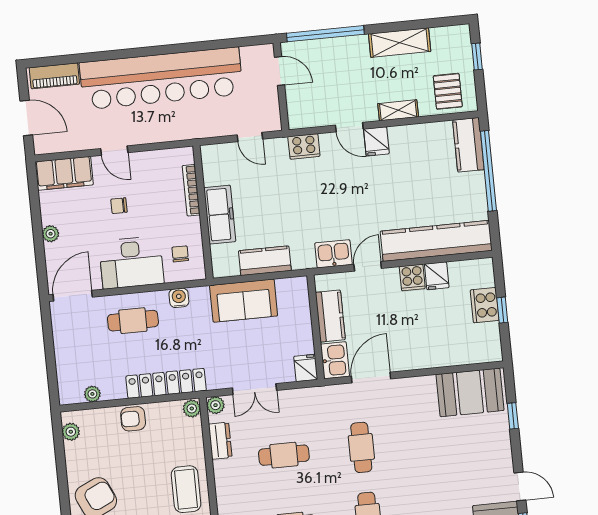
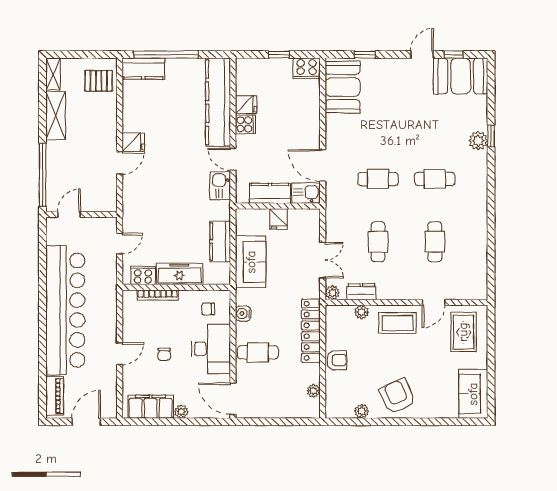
window: (477, 57) -> (73, 55), removed
shelving: (398, 110) -> (53, 74), moved
cooker: (304, 146) -> (143, 275), moved, turned -90
filing cabinet: (64, 173) -> (151, 407), moved, turned -90
cooker: (485, 305) -> (307, 68), moved
cafe table: (133, 321) -> (258, 352), turned 90
fridge: (306, 368) -> (278, 219), moved, turned -90
plant: (192, 409) -> (361, 312), moved
armchair: (133, 419) -> (337, 360), turned -90
plant: (71, 432) -> (362, 411), moved

